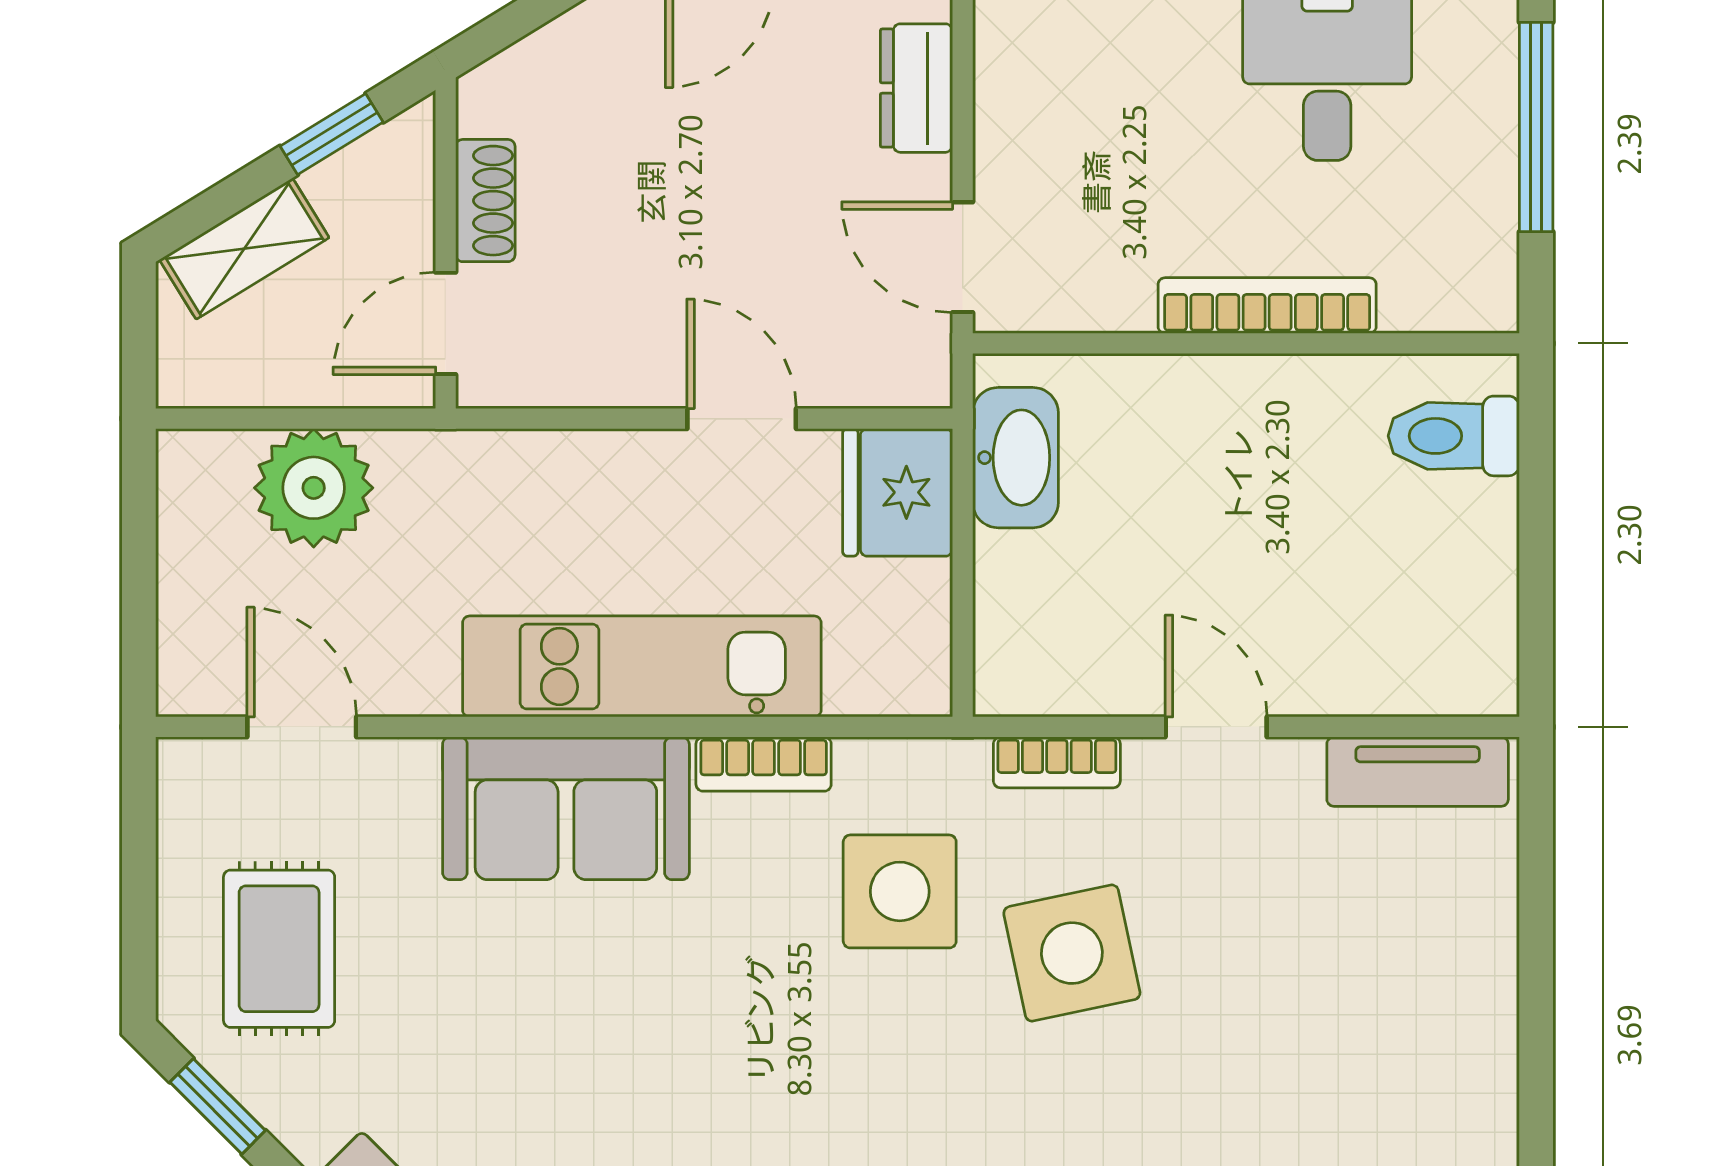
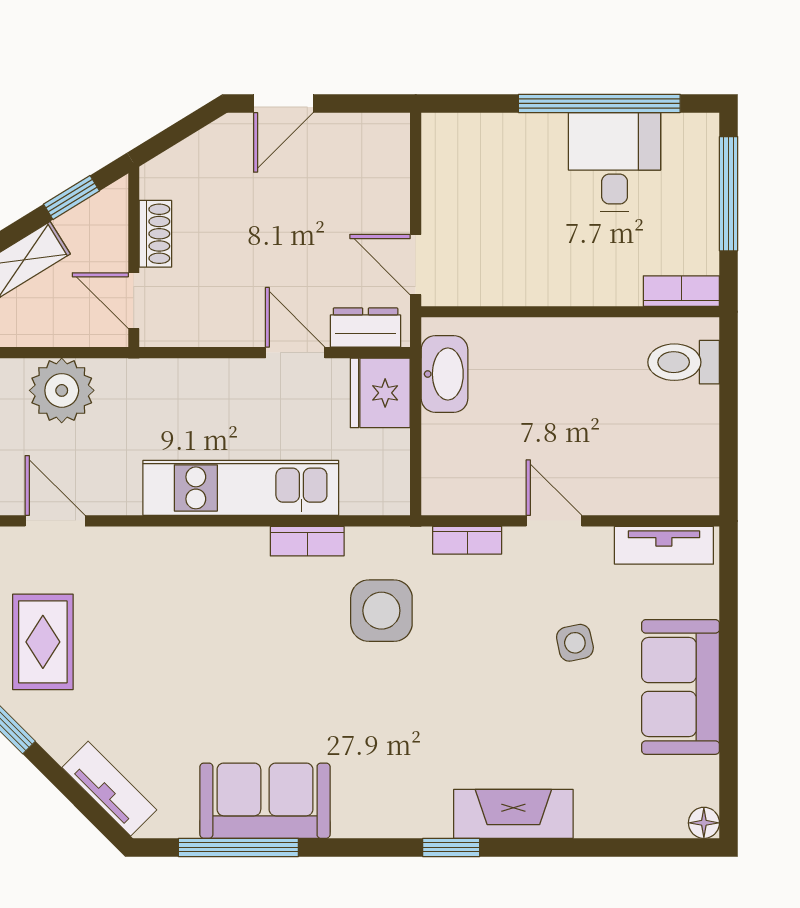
dresser: (916, 88) -> (366, 328), moved, turned 90
bookcase: (1267, 306) -> (681, 291), moved, width x0.64
door: (446, 323) -> (134, 301), hinge flipped
sofa: (566, 808) -> (681, 687), moved, turned 90
side table: (1072, 953) -> (575, 643), moved, width x0.54, depth x0.54

